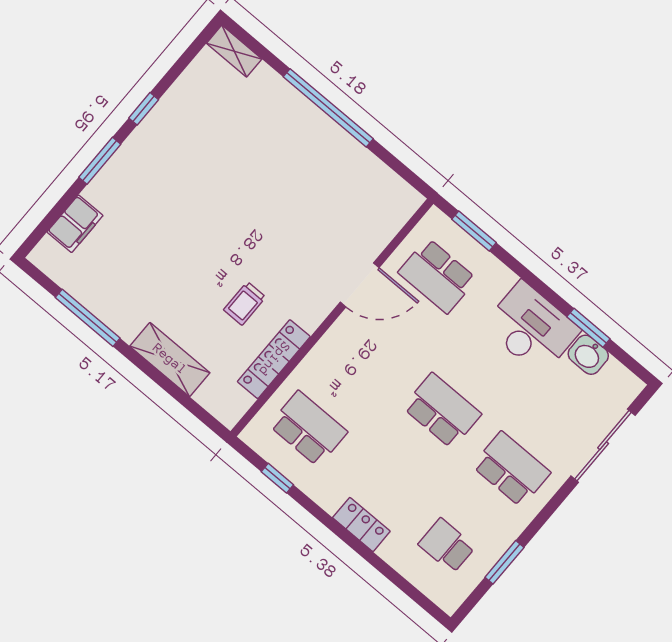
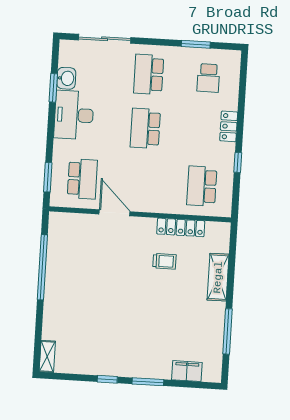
window: (328, 108) -> (42, 267), moved
window: (277, 478) -> (238, 162), moved

